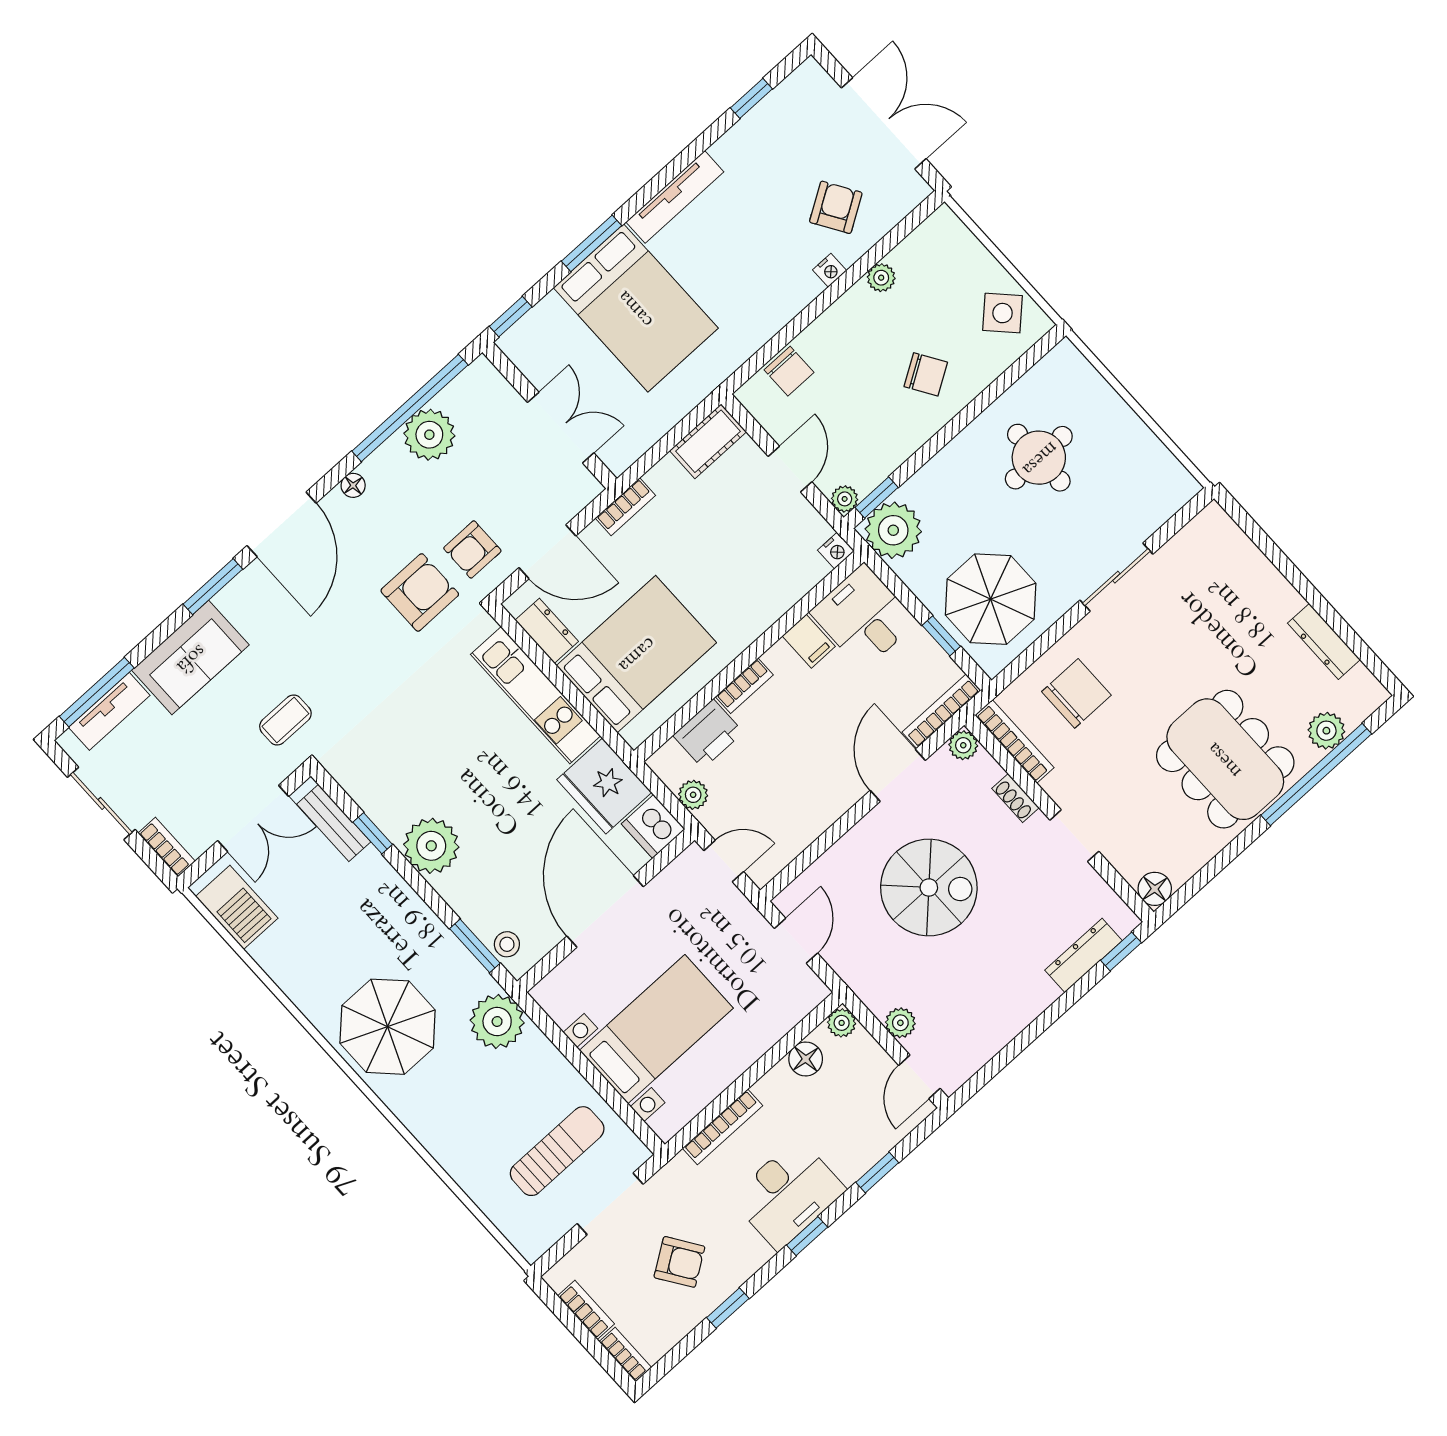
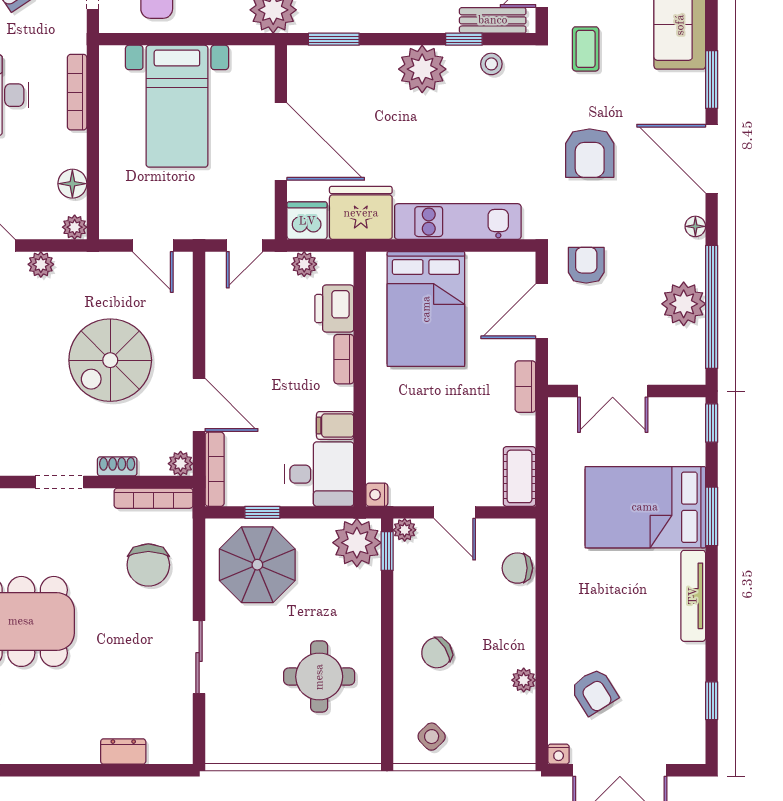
nightstand: (830, 270) -> (559, 754), moved, turned -90
side table: (1003, 313) -> (432, 737), width x0.73, depth x0.73
armchair: (420, 592) -> (590, 153), moved
dresser: (547, 631) -> (492, 266), removed
dresser: (1324, 641) -> (123, 751), moved, width x0.70
stool: (507, 944) -> (491, 64), moved

